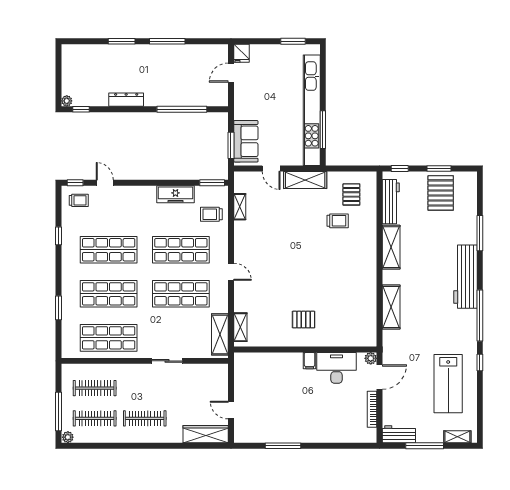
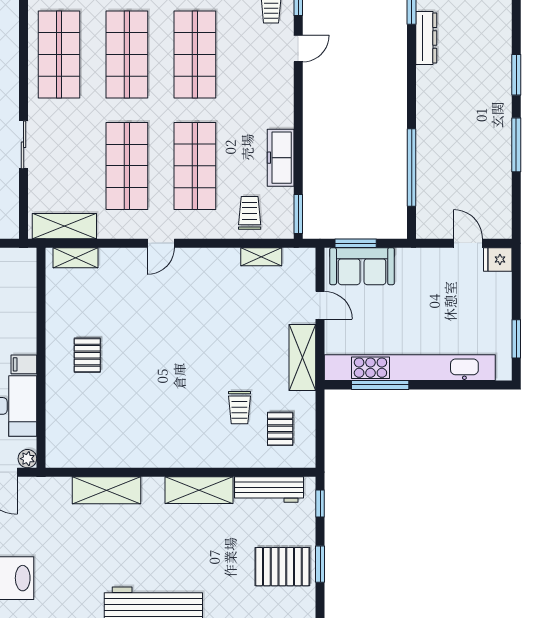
dresser: (126, 100) -> (426, 38), moved
door: (271, 169) -> (320, 305), swing flipped
pallet: (351, 194) -> (280, 429), turned 90

